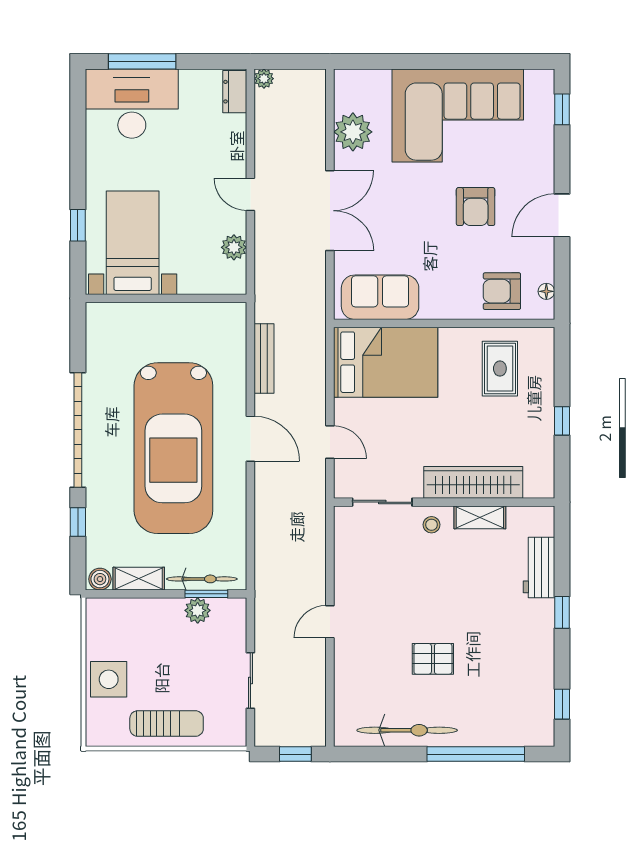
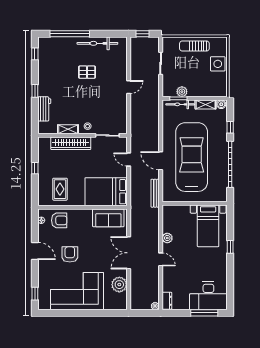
door: (562, 215) -> (35, 251), hinge flipped
bed with nightstands: (133, 243) -> (208, 226), moved
wall: (166, 298) -> (195, 203), moved

